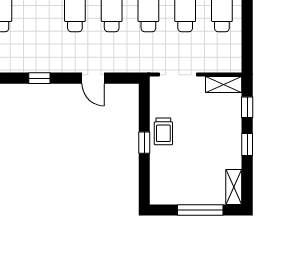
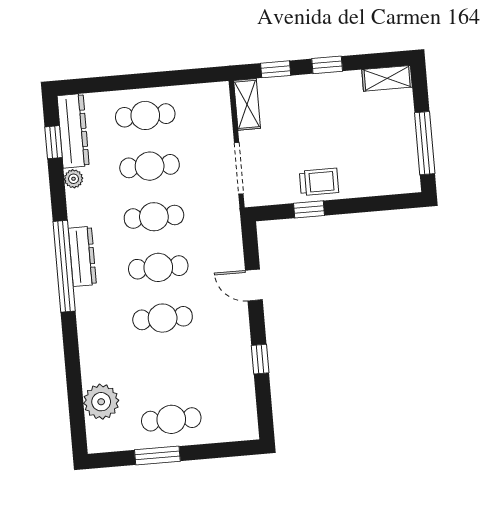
door: (93, 78) -> (254, 285), swing flipped
window: (144, 143) -> (309, 209), moved
window: (200, 210) -> (425, 143), moved

